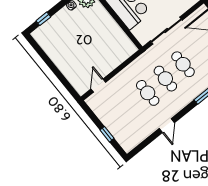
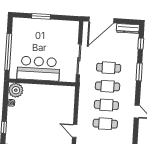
cafe table: (130, 107) -> (105, 124), added

